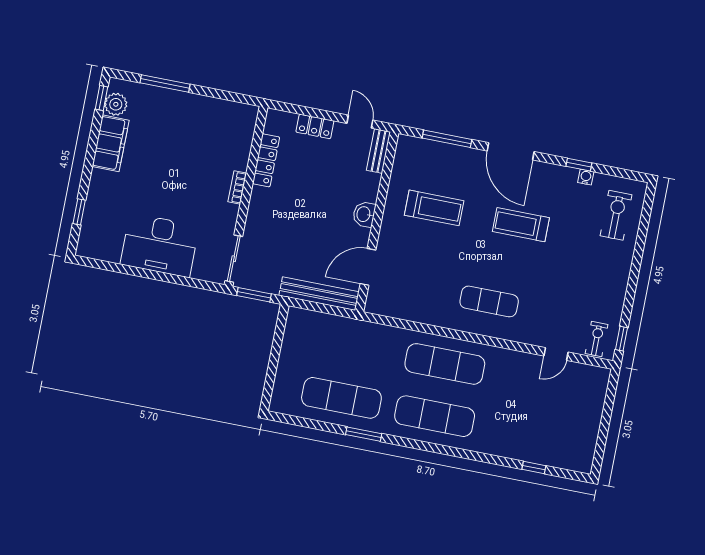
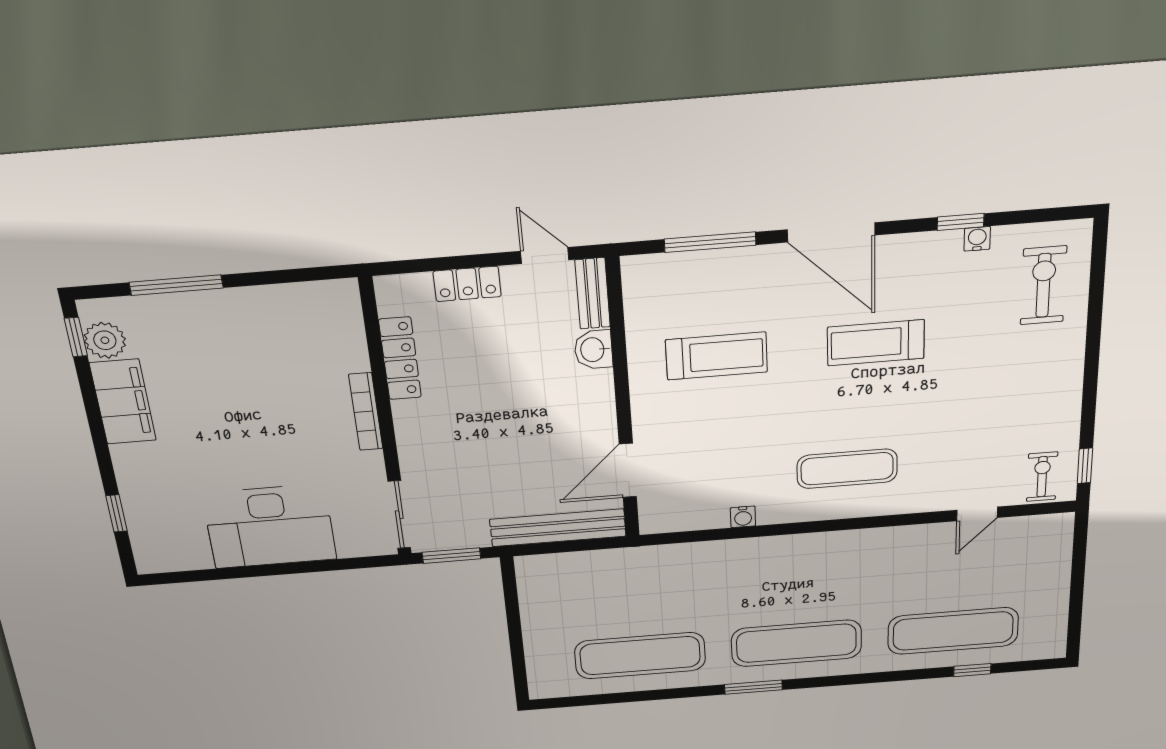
bookcase: (237, 187) -> (366, 412), width x1.56
washbasin: (364, 214) -> (593, 350), moved
water cooler: (424, 317) -> (743, 517), added
exercise mat: (445, 364) -> (953, 631), moved
window: (364, 434) -> (753, 687), moved

